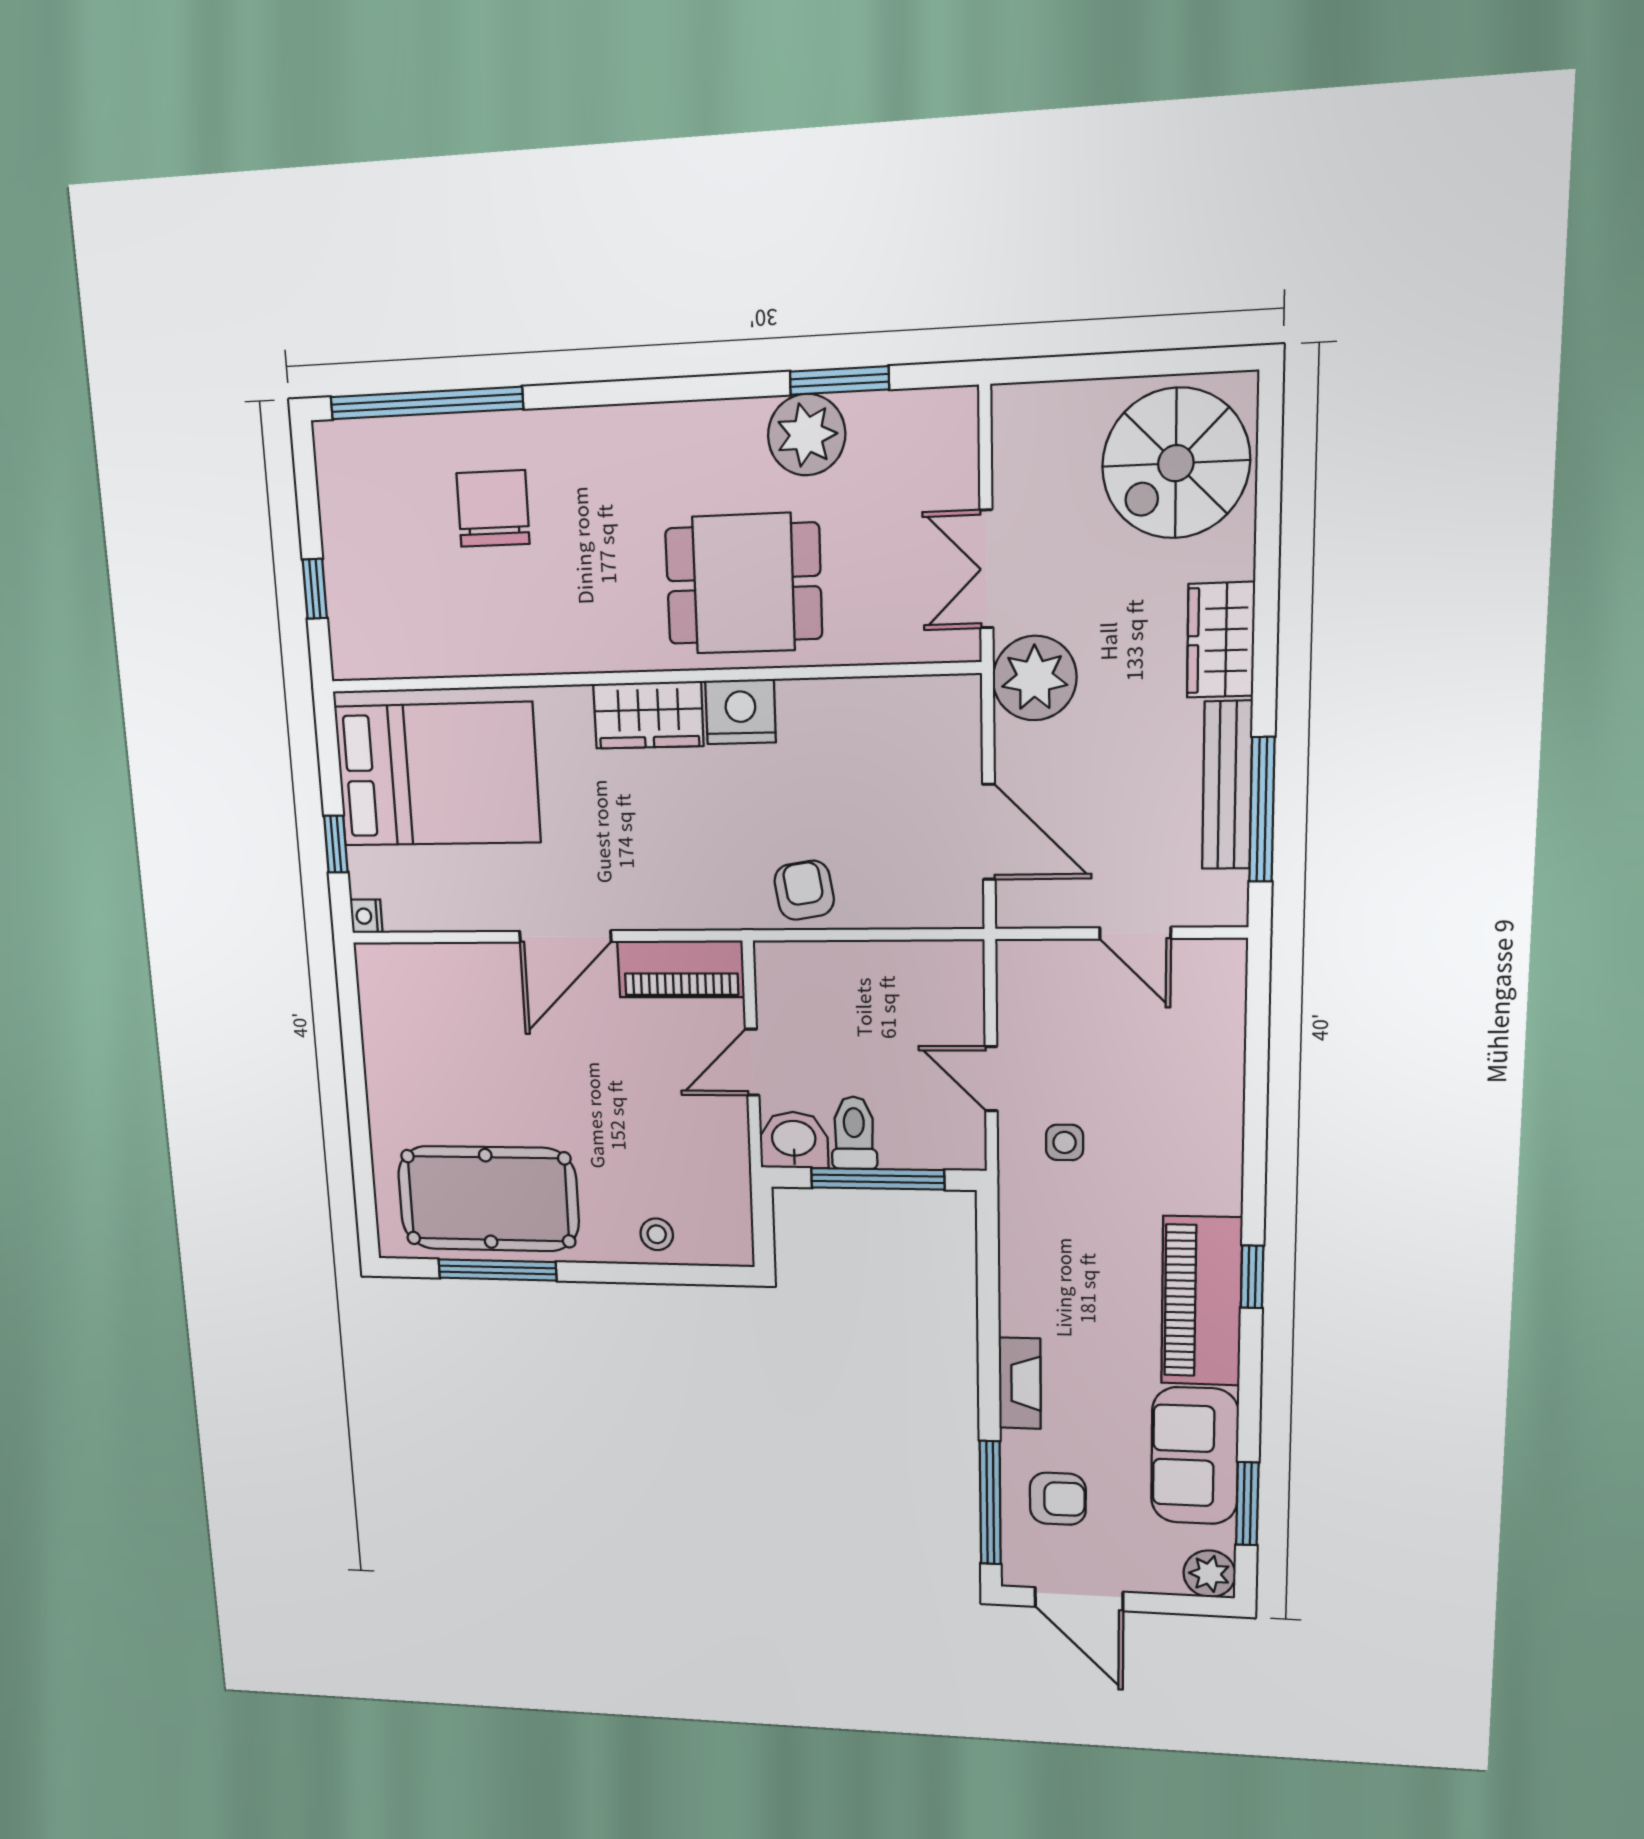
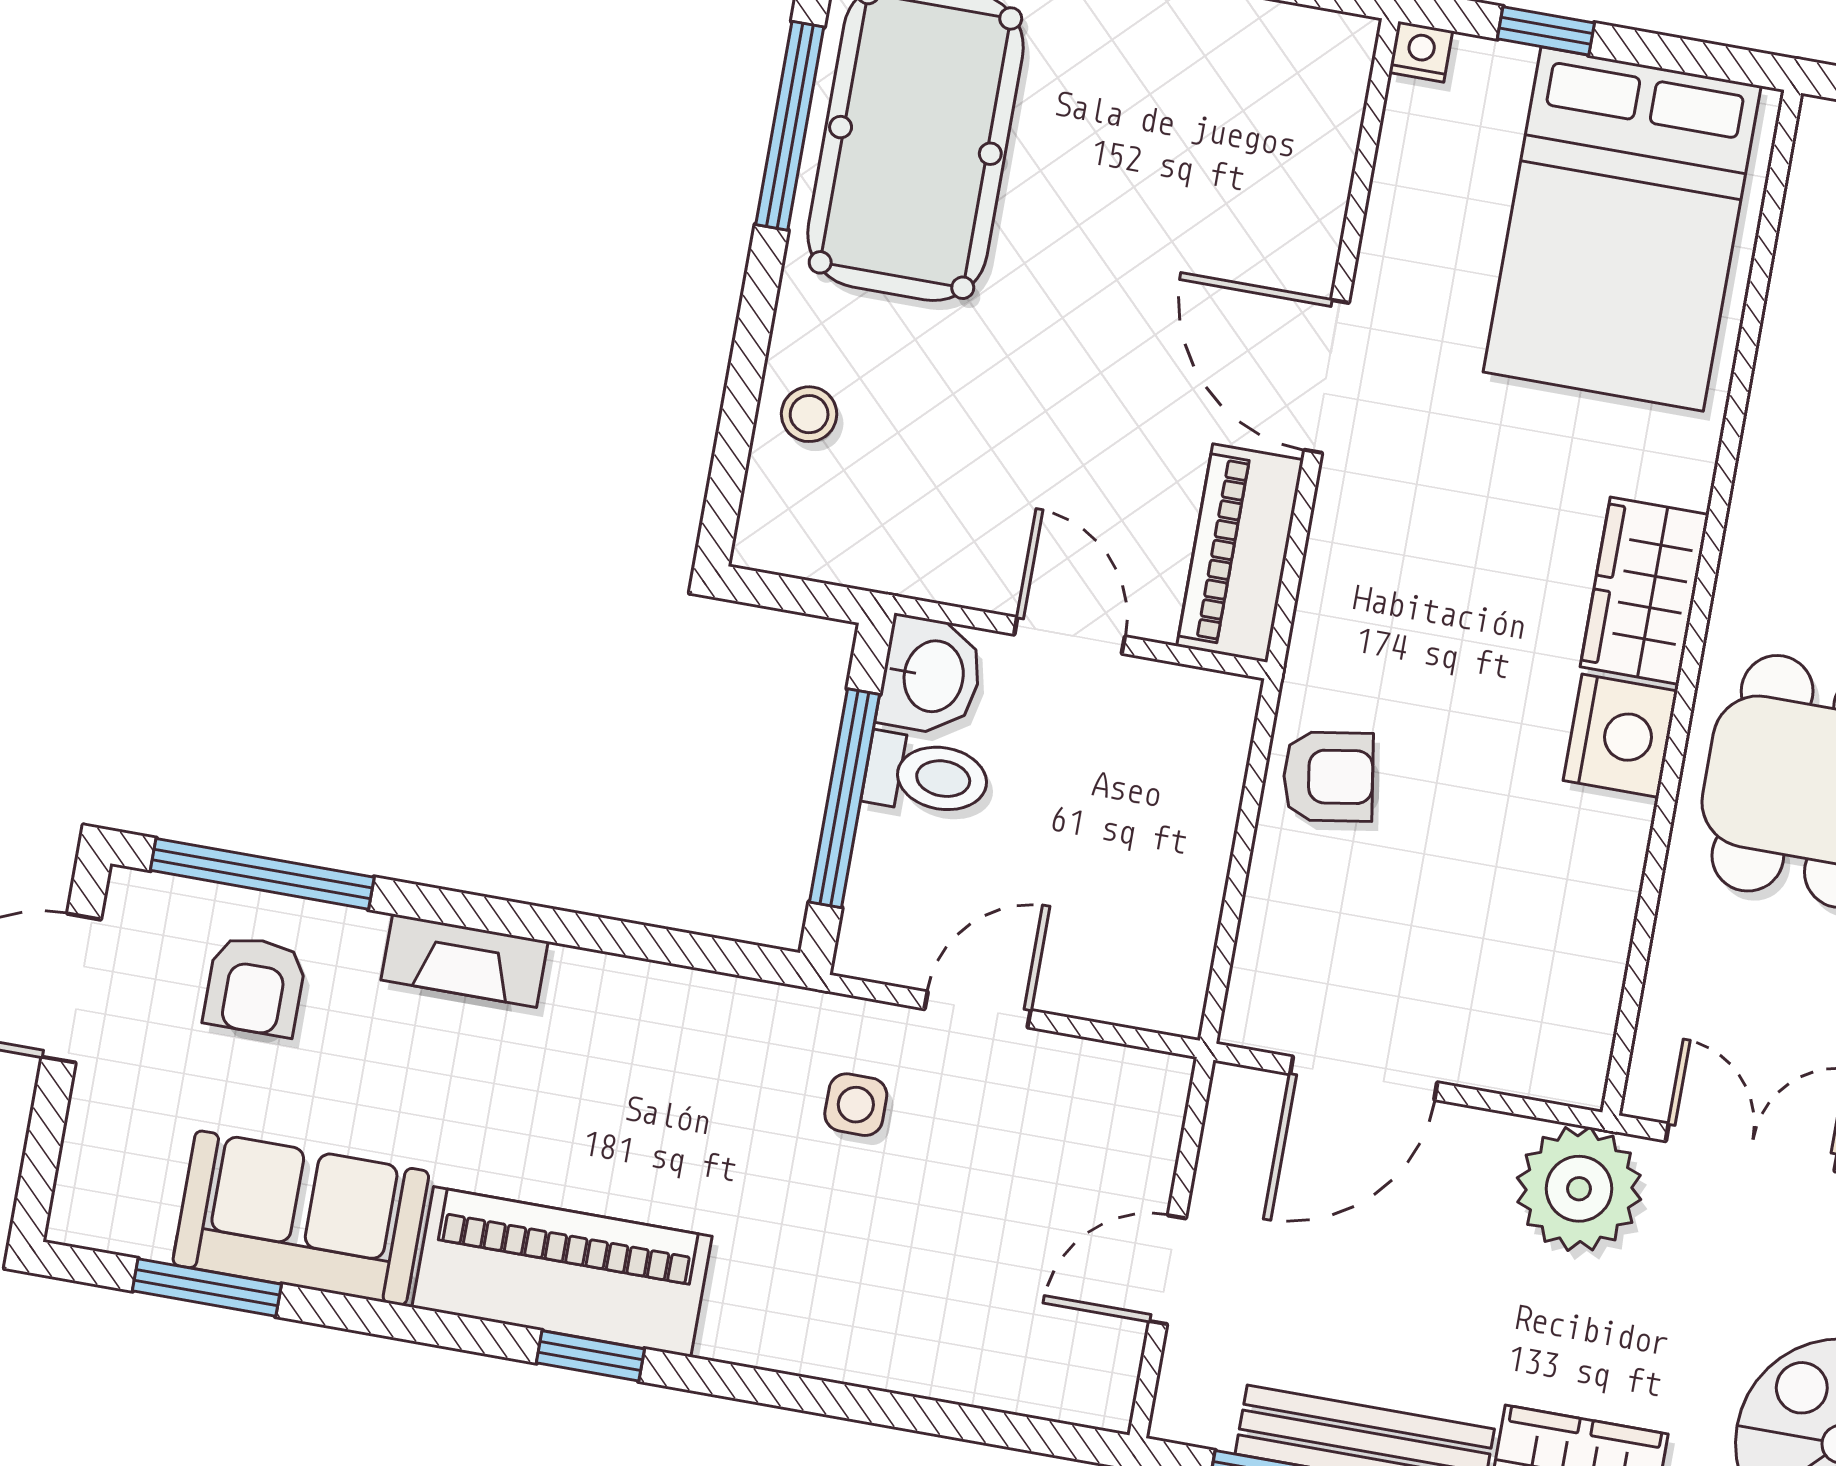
plant: (1209, 1574) -> (91, 1208), removed

